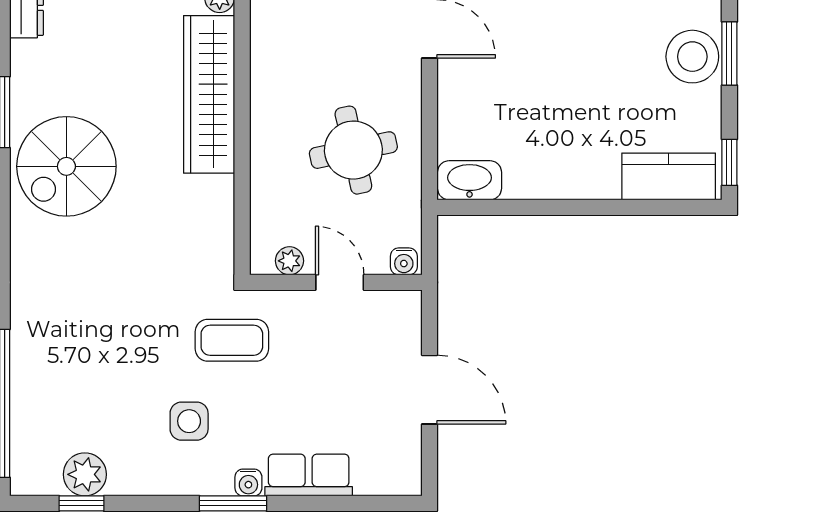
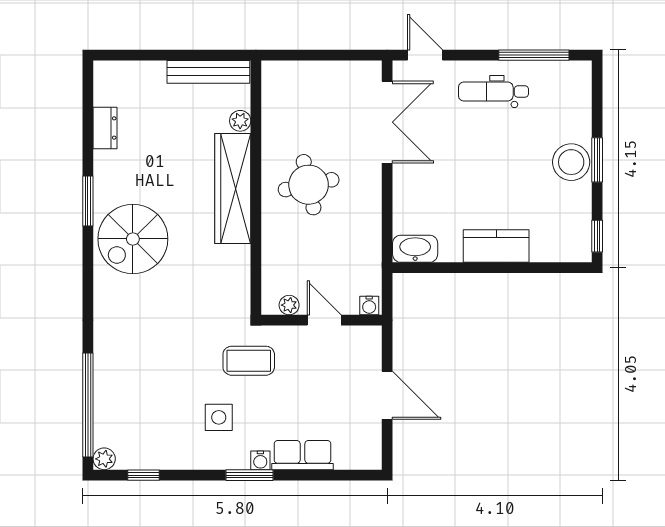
round table: (353, 150) -> (309, 185), moved
kitchen counter: (669, 176) -> (496, 246), moved
plant: (85, 474) -> (104, 459), moved, width x0.73, depth x0.73

